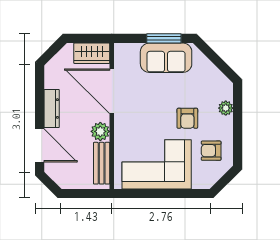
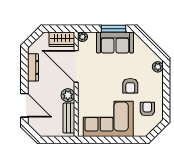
plant: (121, 50) -> (82, 37), added
plant: (226, 108) -> (158, 67), moved
dresser: (52, 109) -> (33, 67), moved
armchair: (211, 151) -> (147, 109), turned 90

